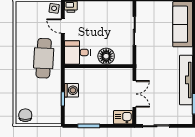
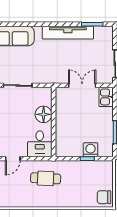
cafe table: (44, 58) -> (46, 178), width x0.73, depth x0.74
washing machine: (72, 90) -> (91, 150), moved

